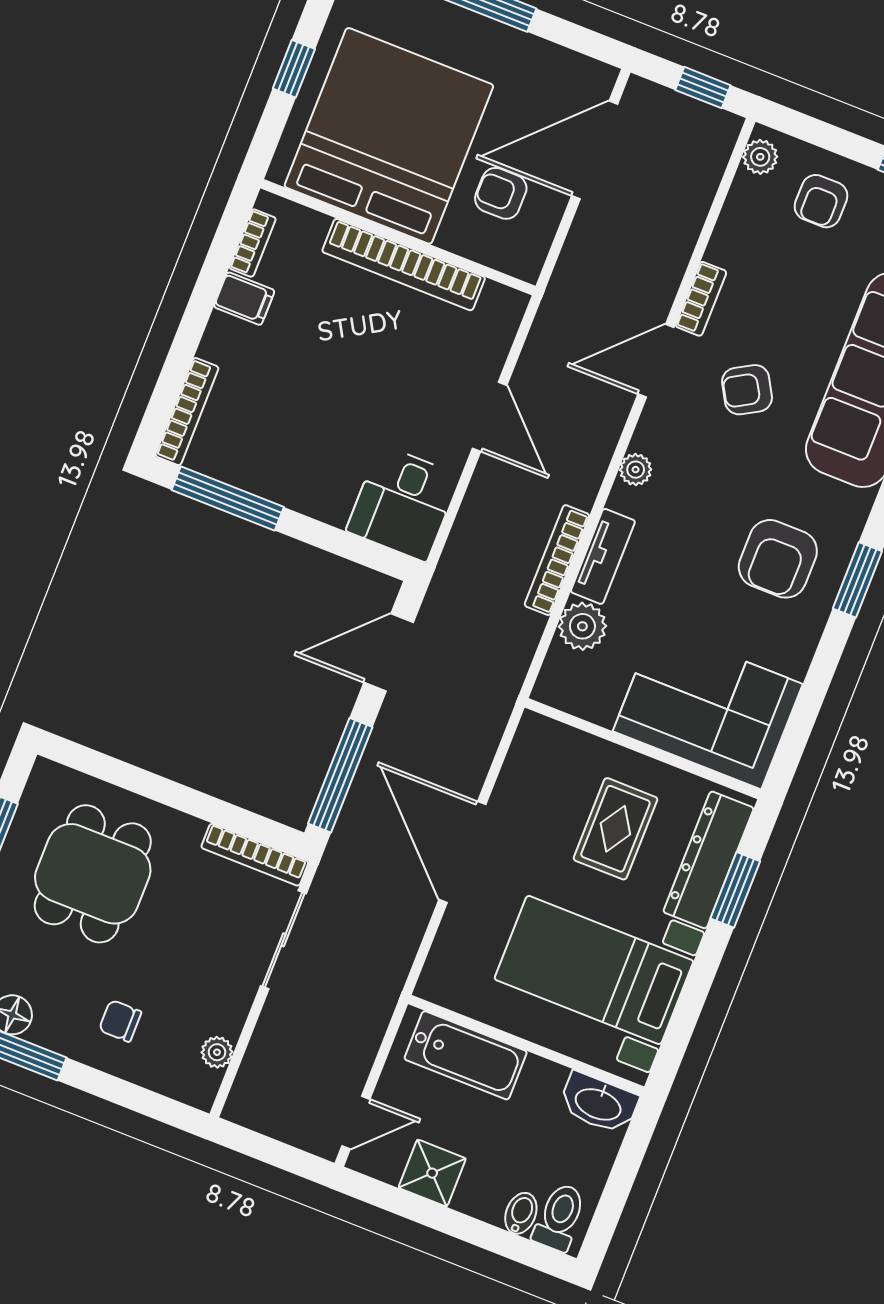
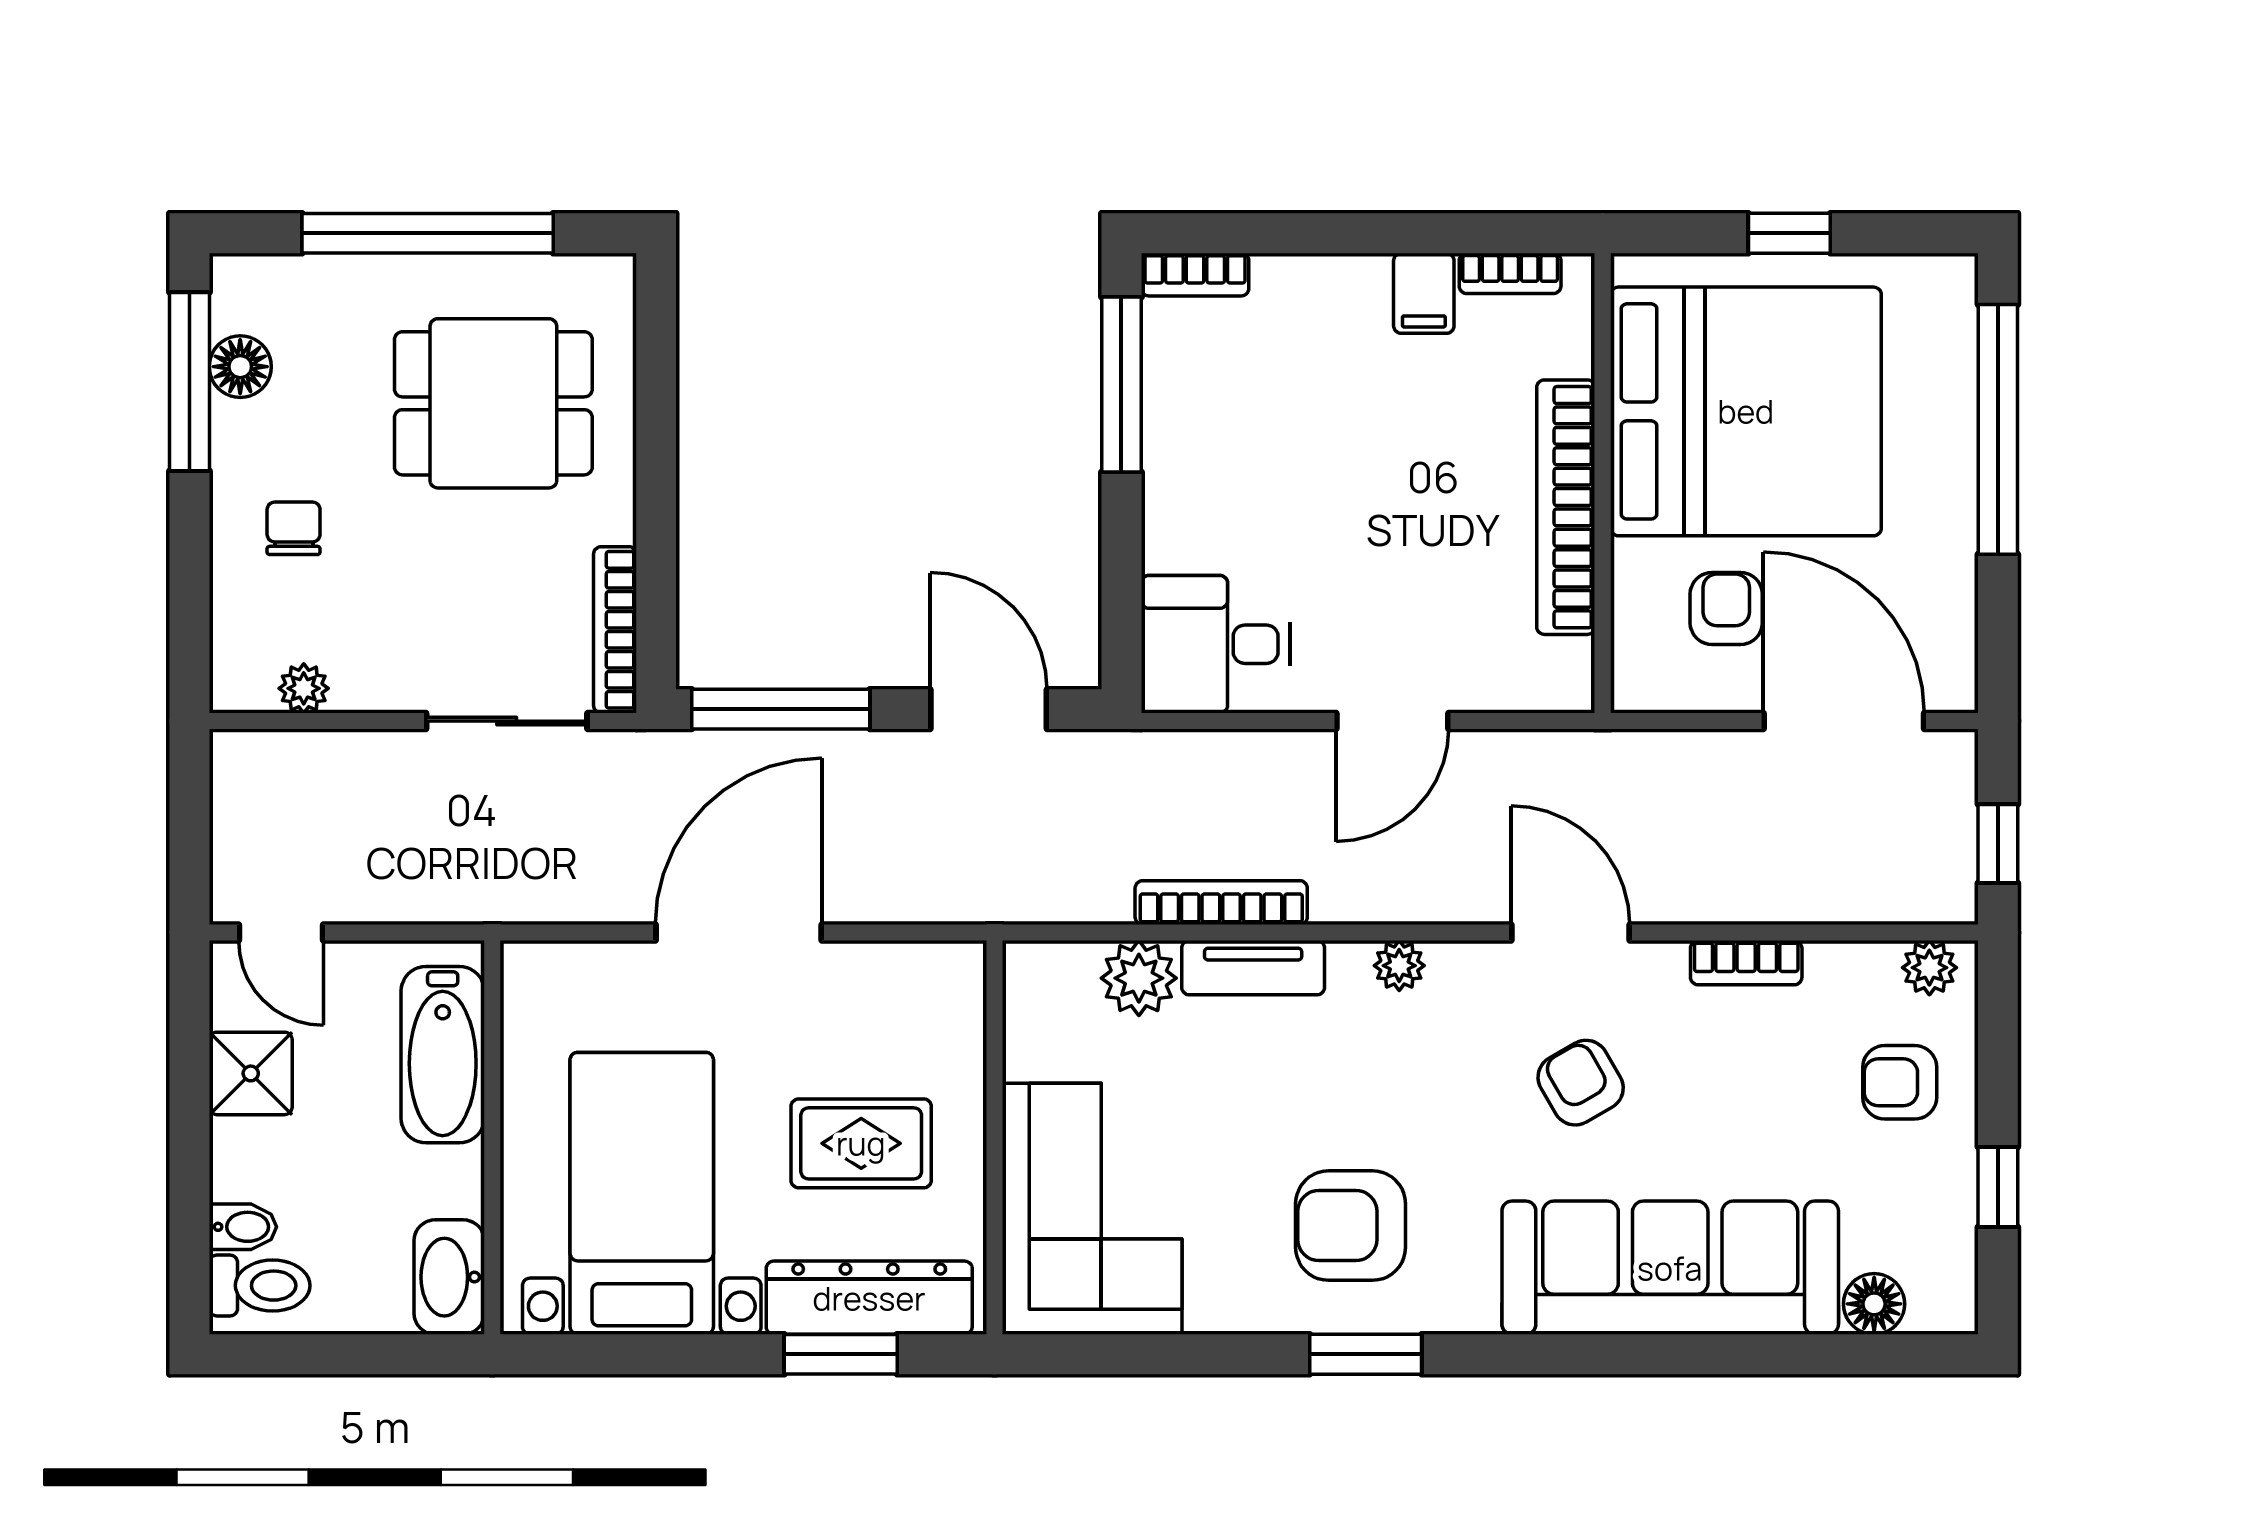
bookcase: (701, 299) -> (1746, 963), moved
bookcase: (187, 412) -> (1195, 275), width x0.64

